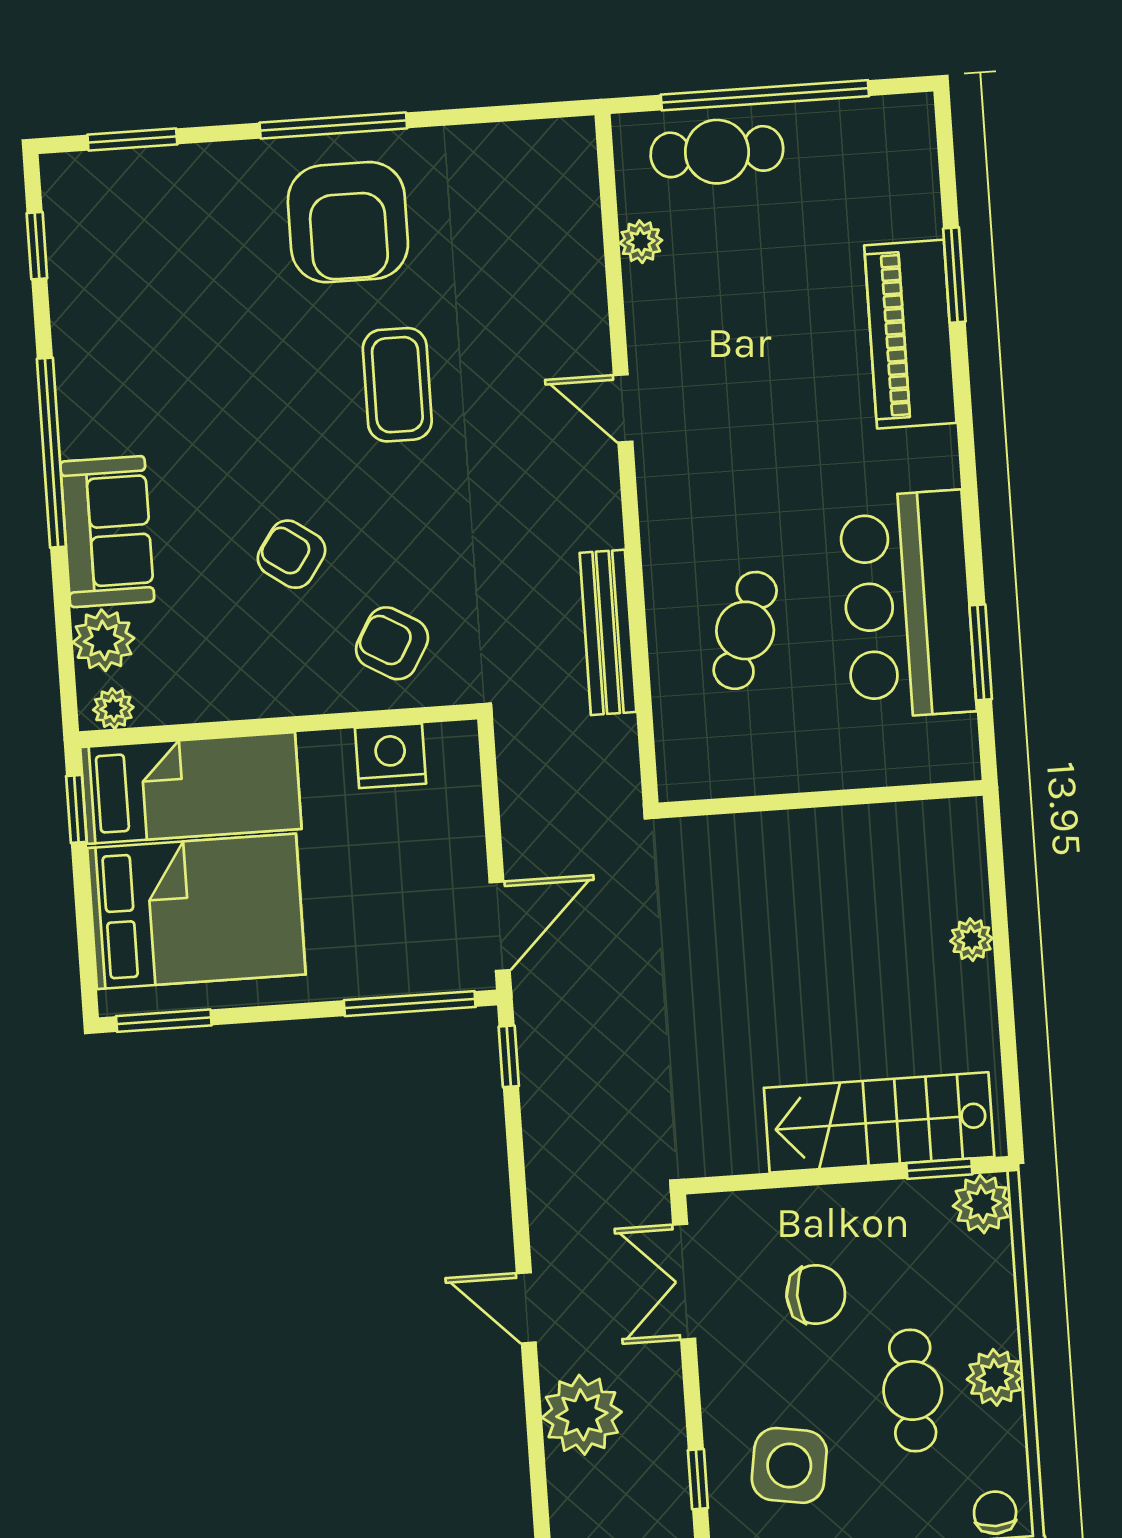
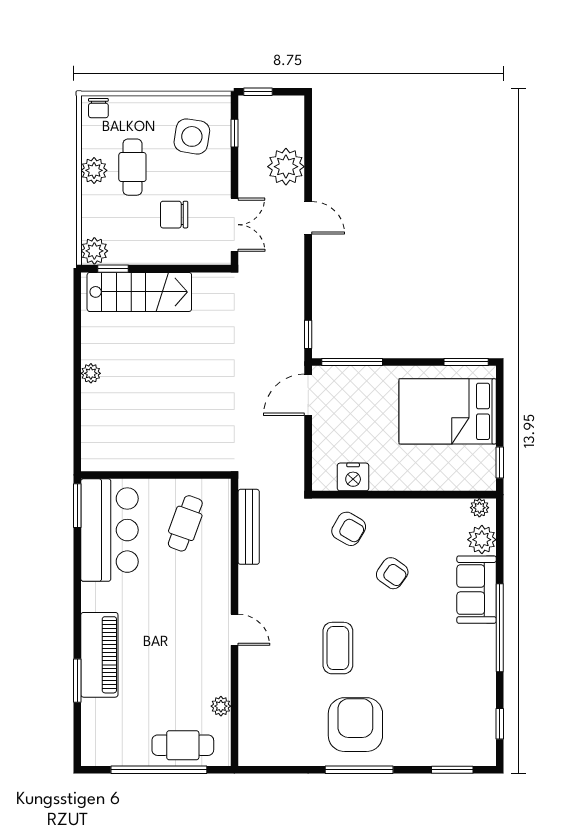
bed: (191, 788) -> (446, 468), removed
wall: (821, 799) -> (156, 475), moved

